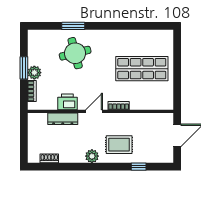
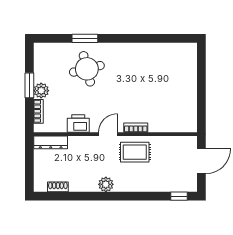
shop shelf: (142, 69) -> (162, 86), removed
dresser: (63, 119) -> (51, 142), moved
rug: (119, 145) -> (135, 152), moved
window: (139, 167) -> (179, 196), moved

